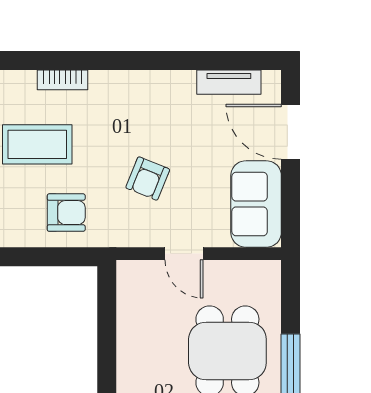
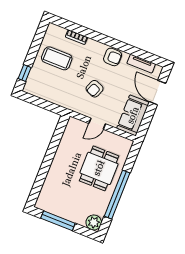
armchair: (66, 213) -> (113, 57), moved
door: (184, 254) -> (97, 124), hinge flipped

